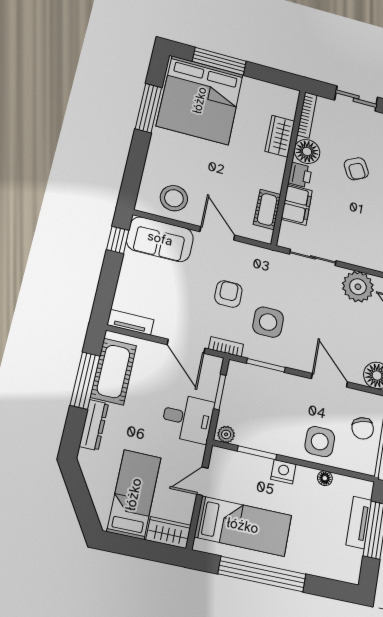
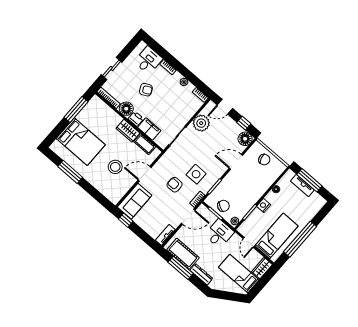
window: (219, 61) -> (76, 109), moved
bed: (200, 100) -> (81, 142), width x0.73
wardrobe: (280, 136) -> (128, 131), moved
stool: (174, 198) -> (115, 167), moved
chair: (241, 399) -> (223, 206), added
side table: (320, 442) -> (260, 182), removed

